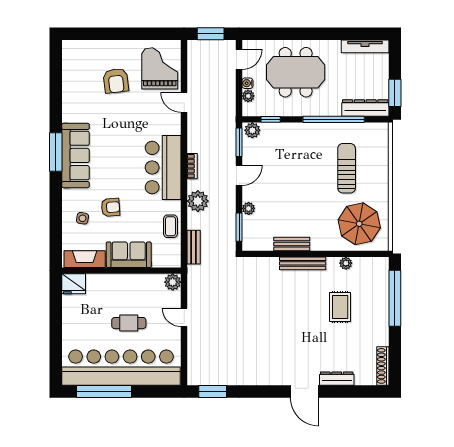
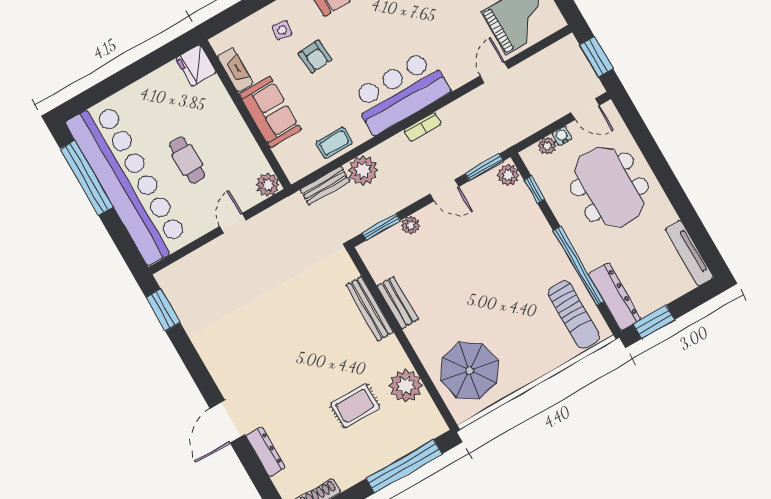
sun lounger: (347, 168) -> (574, 315), moved, turned 90
plant: (198, 201) -> (363, 170), moved
fireplace: (85, 259) -> (235, 70), width x0.73, depth x0.76
bench: (303, 263) -> (370, 309), moved
plant: (346, 263) -> (406, 386), width x1.88, depth x1.88

